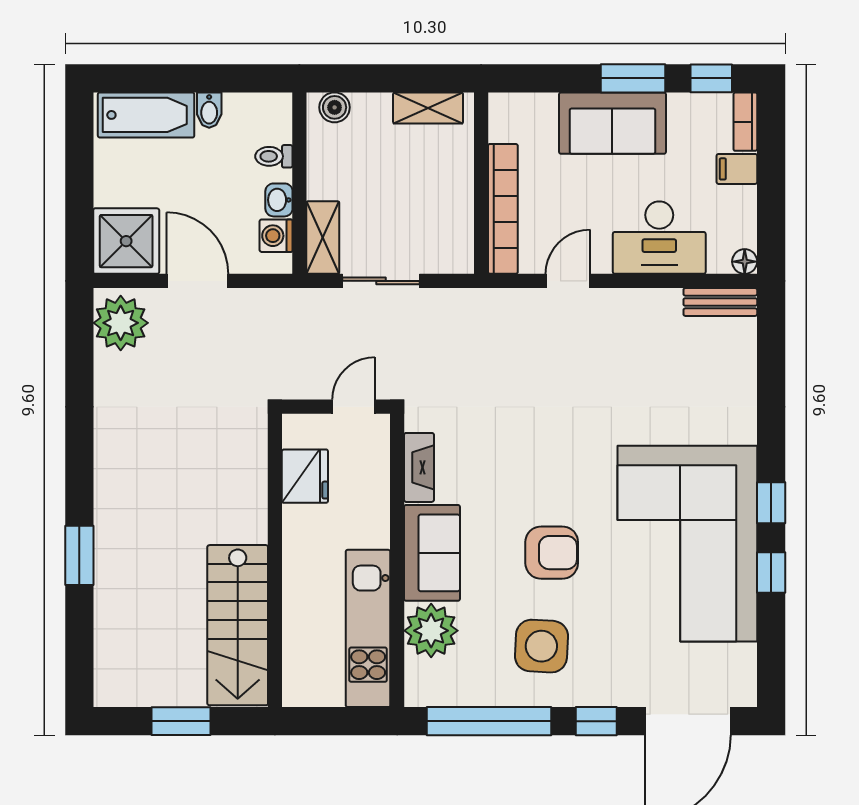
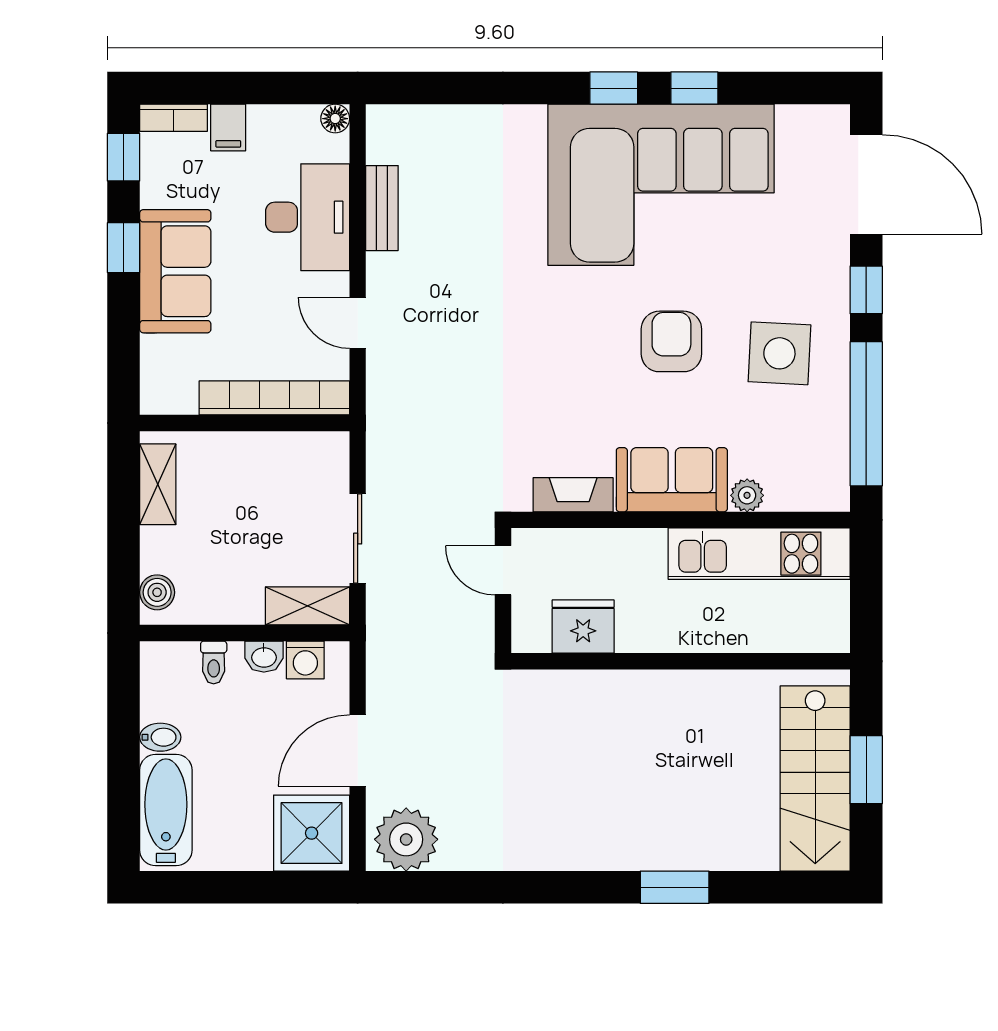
window: (633, 78) -> (124, 248), width x0.67
bench: (720, 302) -> (382, 208), moved
stairs: (238, 625) -> (815, 778), moved, turned 90
plant: (431, 631) -> (747, 495), width x0.53, depth x0.53

